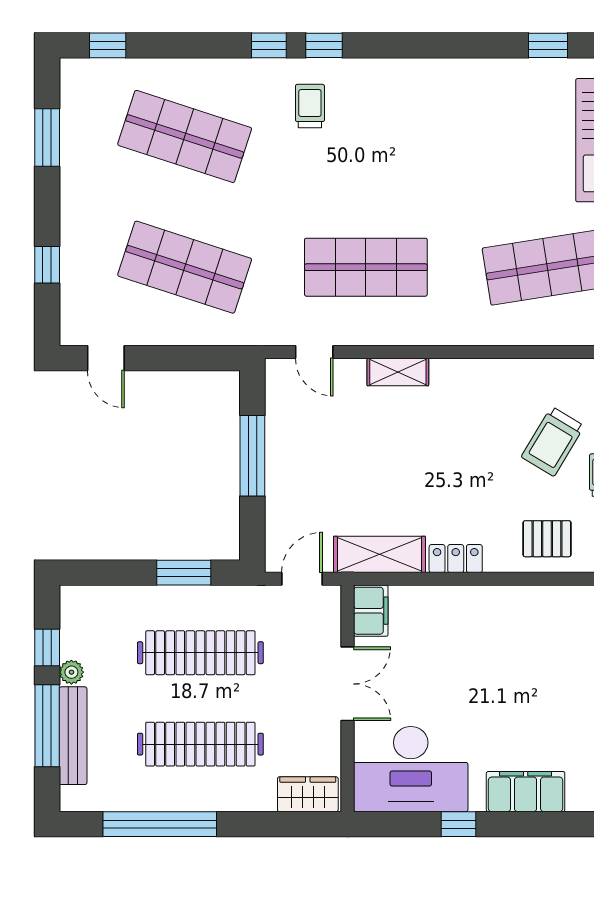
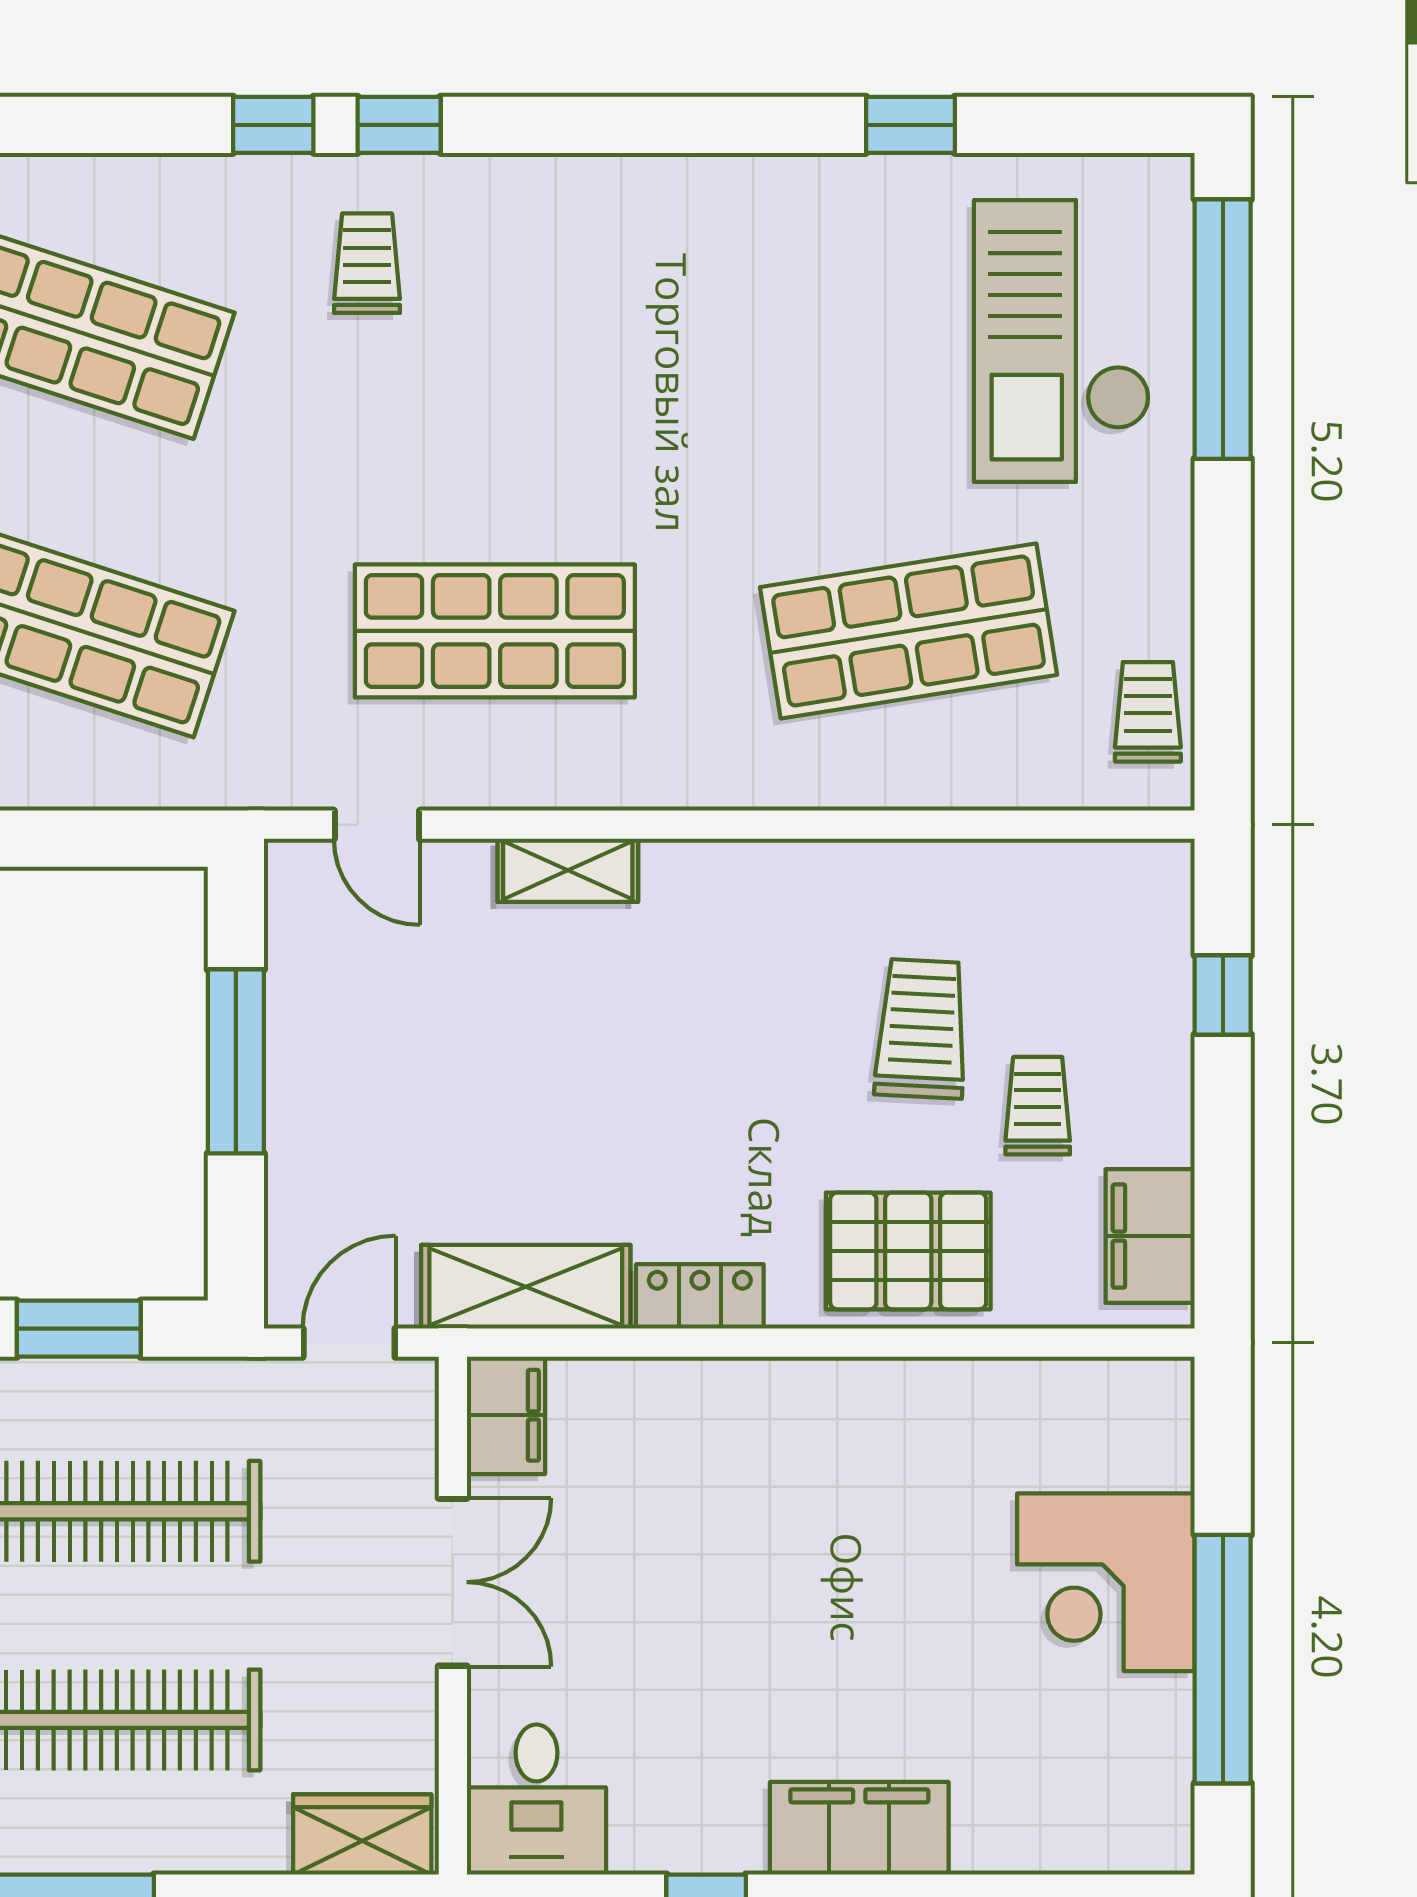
trolley: (553, 441) -> (921, 1029), turned 152
pallet: (547, 539) -> (908, 1251), width x1.50, depth x1.42
desk: (411, 769) -> (536, 1799), width x0.53, depth x0.77

